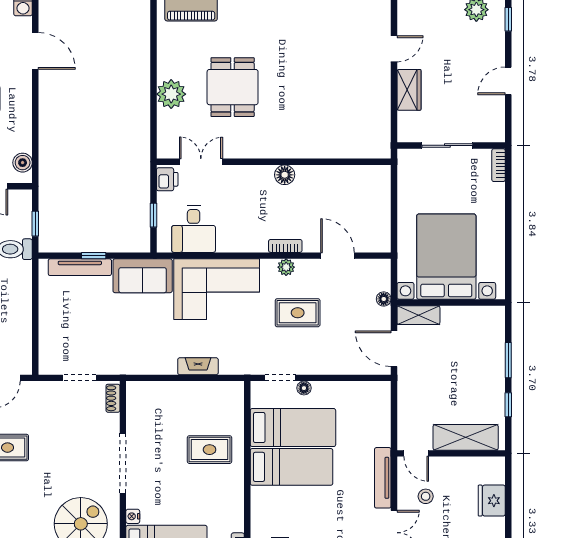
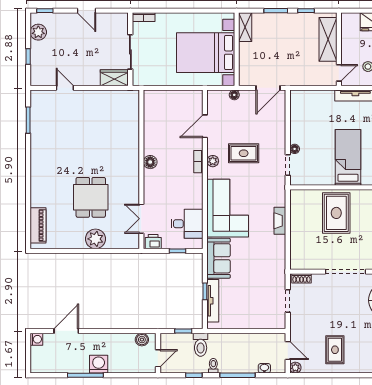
dining table: (233, 87) -> (91, 197), turned 90
wardrobe: (409, 90) -> (114, 78), moved
rug: (298, 313) -> (244, 153), turned 90
shelving: (418, 315) -> (245, 27), moved
bed: (293, 428) -> (321, 156), removed
rug: (210, 450) -> (336, 213), width x1.36, depth x1.43

